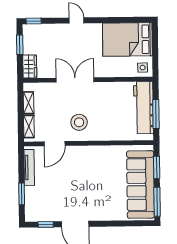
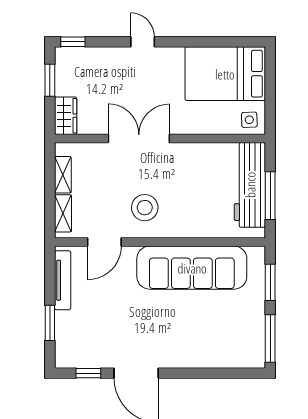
sofa: (140, 185) -> (192, 268), moved, turned -90

